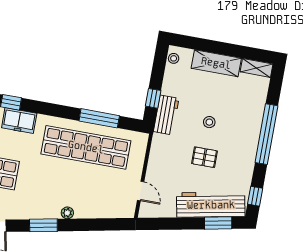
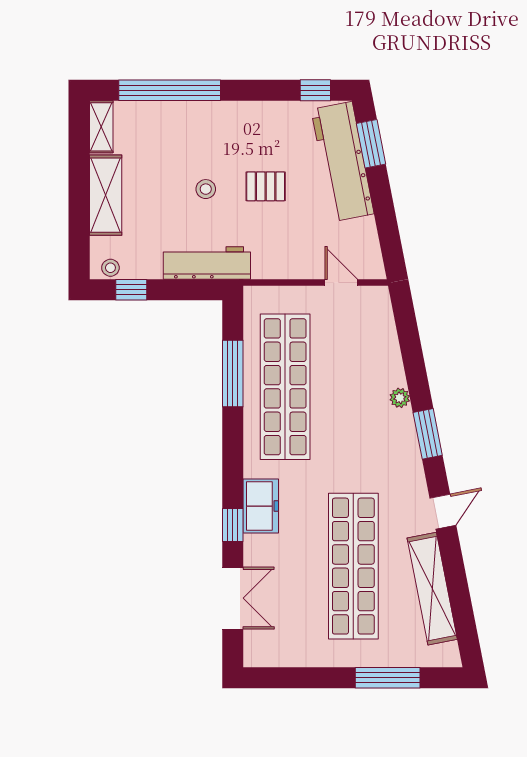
window: (153, 98) -> (131, 290), moved
workbench: (166, 115) -> (207, 263), width x1.38
window: (266, 134) -> (170, 90), moved
pallet: (204, 157) -> (266, 186), turned 90
door: (141, 191) -> (341, 282), hinge flipped

